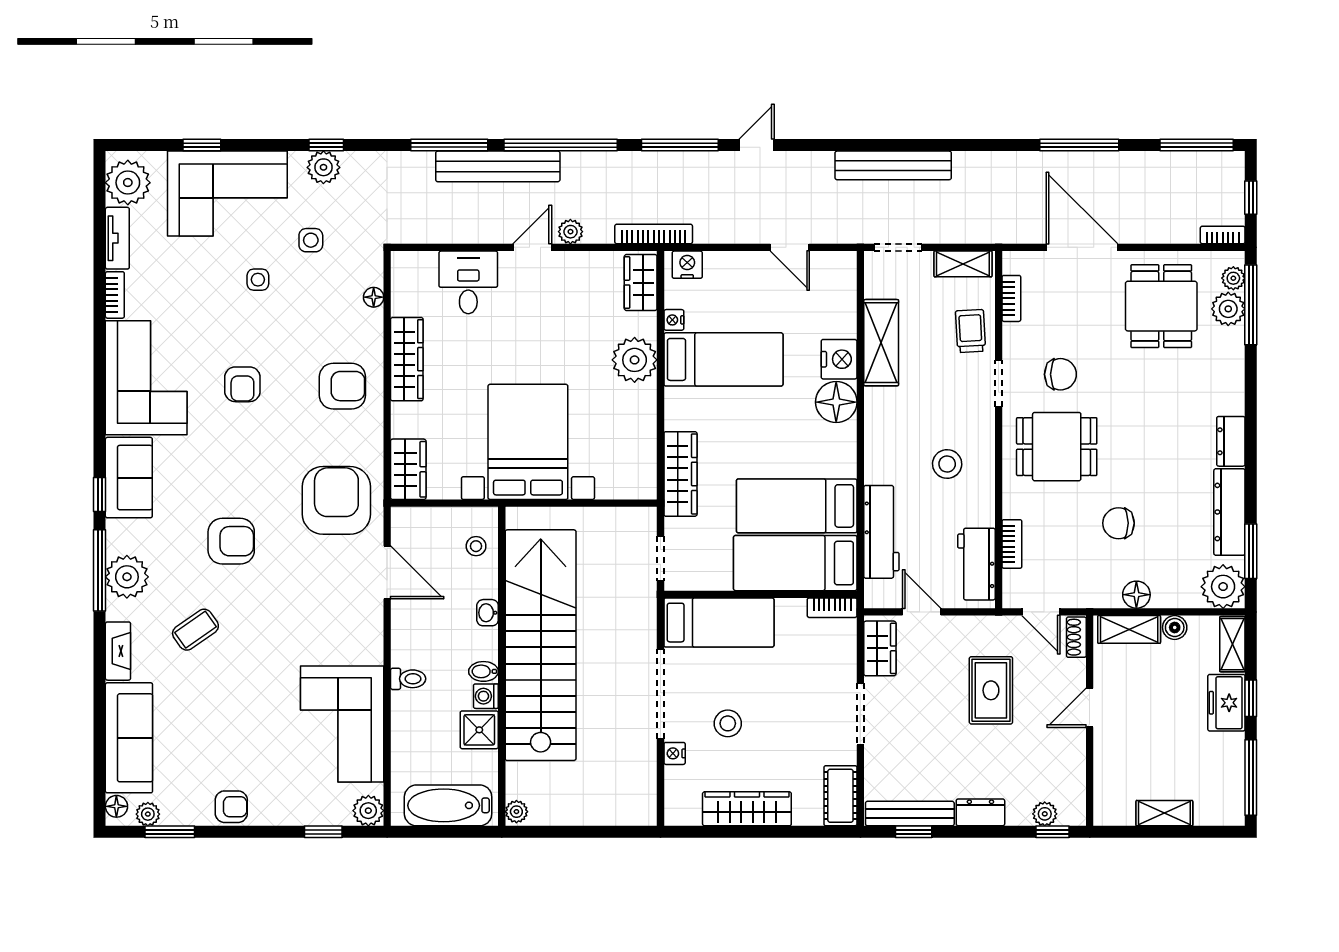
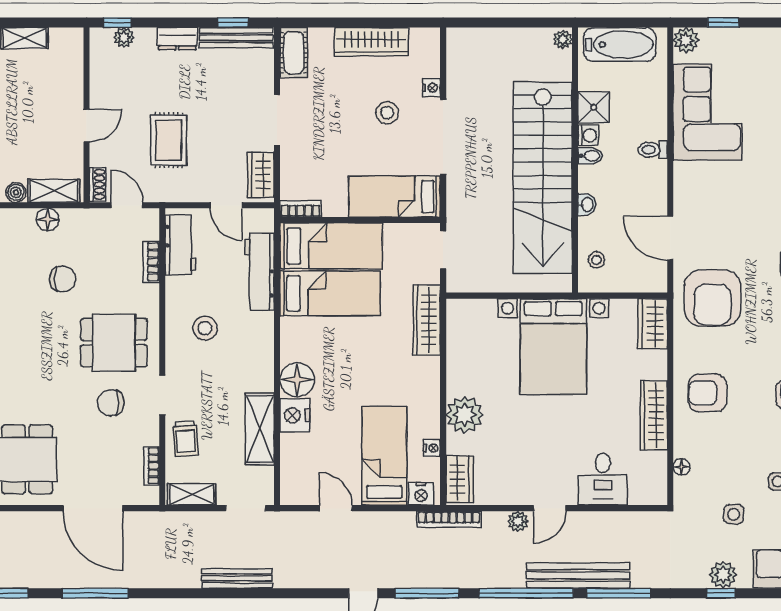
bench: (893, 165) -> (237, 578), width x0.73, depth x0.82
bed: (723, 359) -> (384, 456), moved, turned 90

